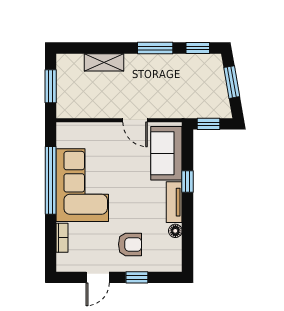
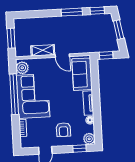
shelving: (104, 62) -> (43, 50), moved
plant: (67, 137) -> (22, 68), added
window: (188, 181) -> (96, 90), removed
armchair: (130, 244) -> (63, 130), turned 90
plant: (172, 262) -> (89, 139), added
window: (137, 277) -> (80, 148), moved

